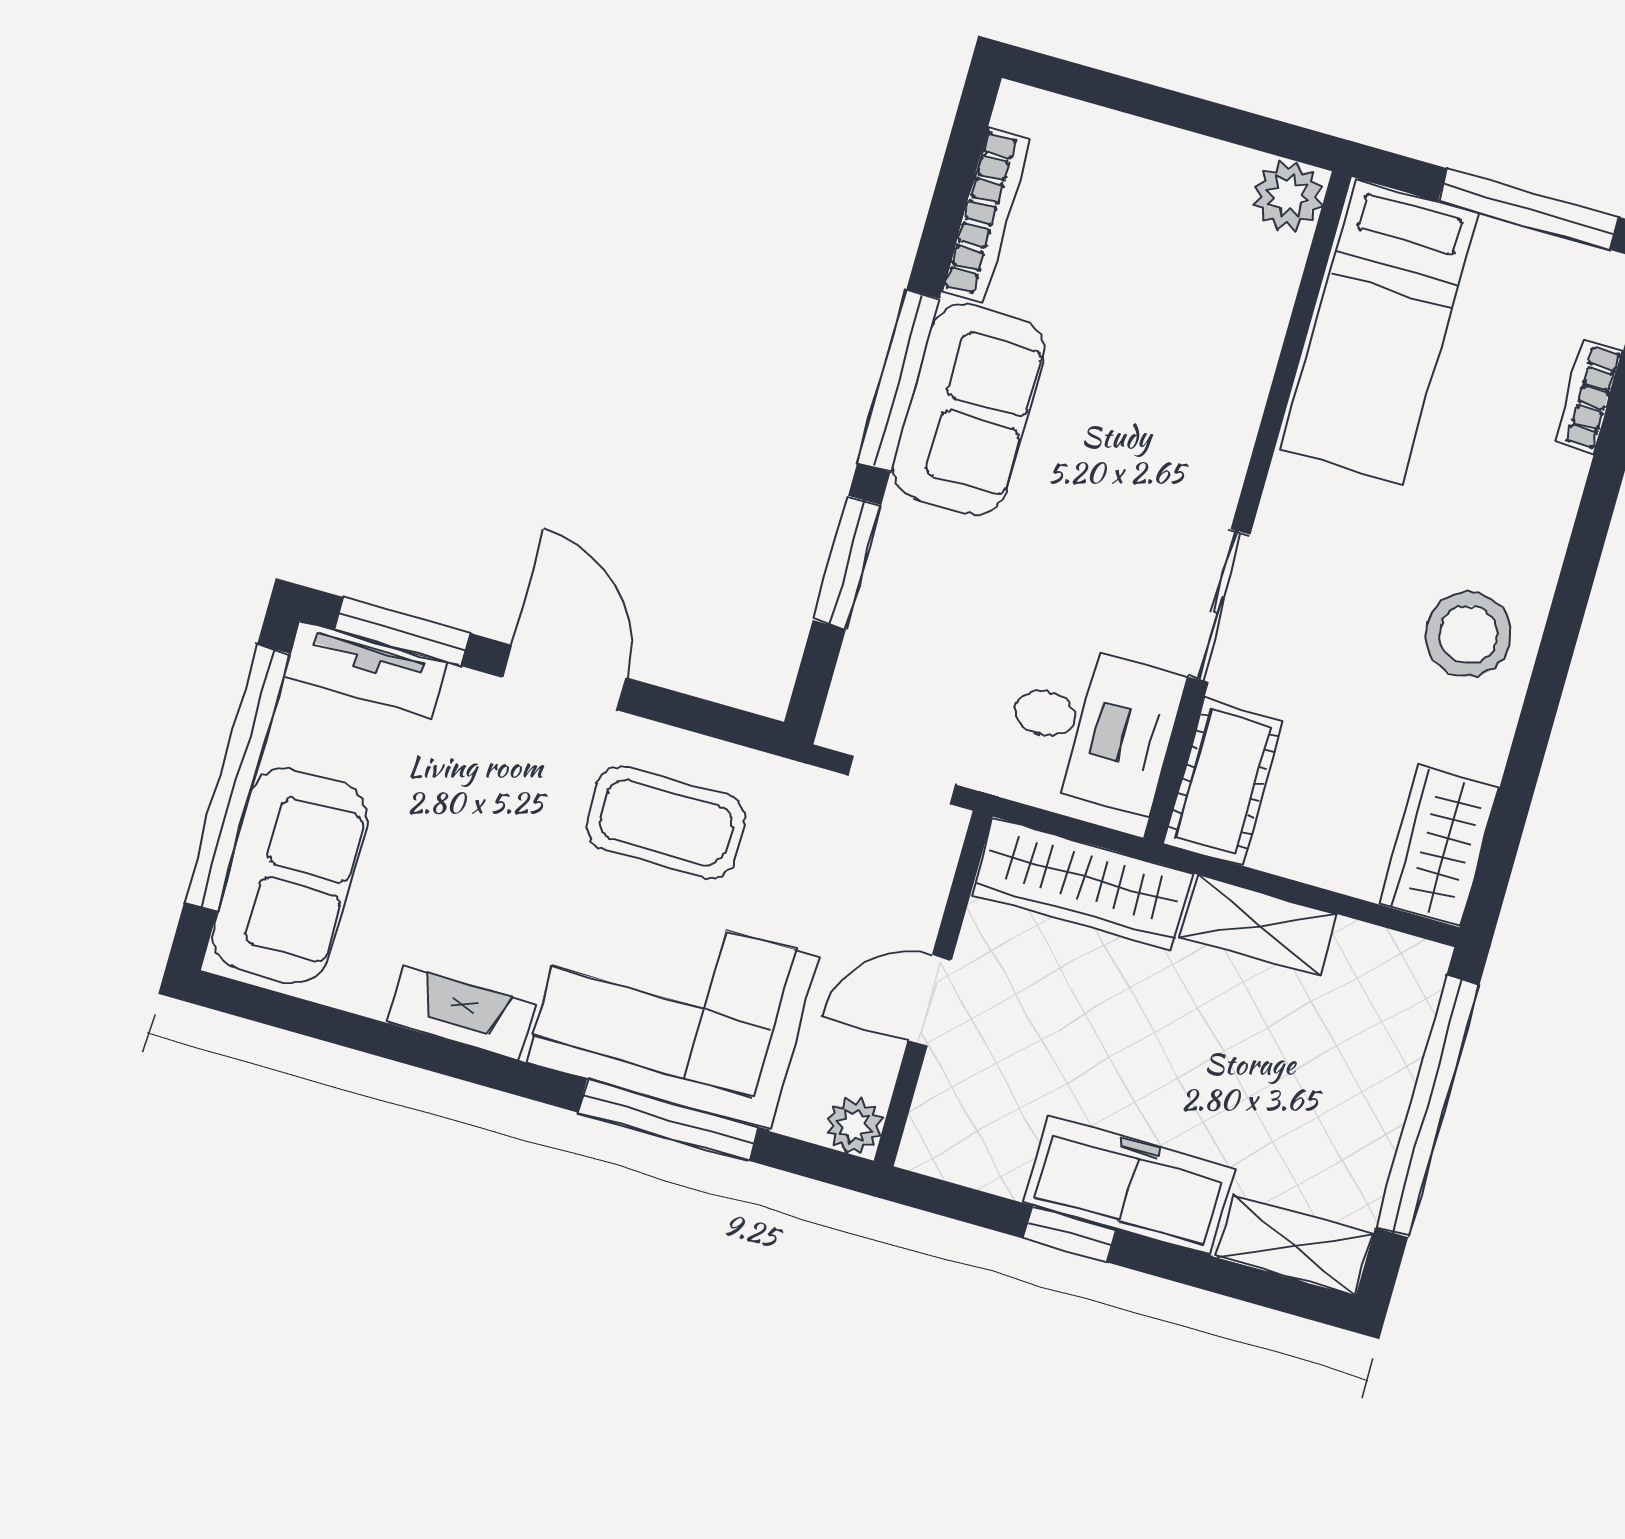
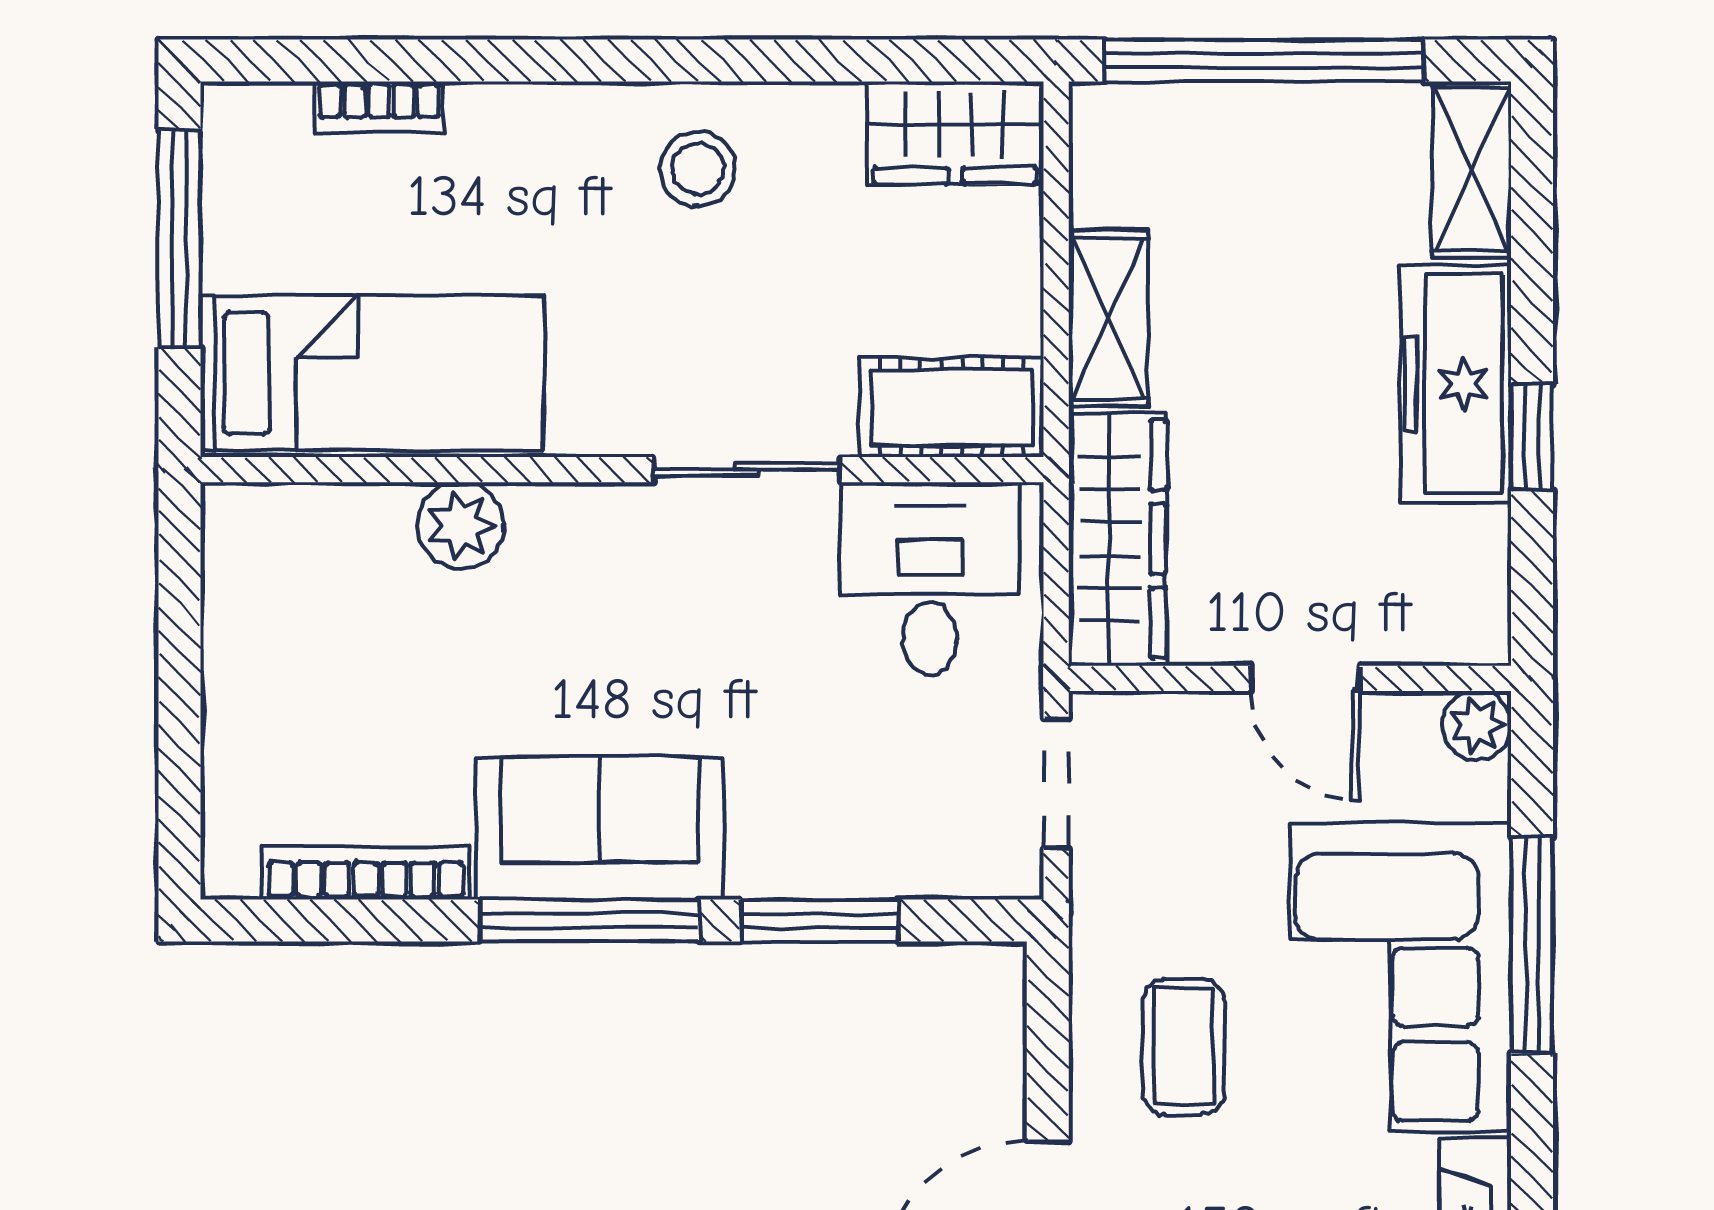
plant: (1288, 196) -> (461, 526), moved
stool: (1468, 634) -> (698, 169), width x0.73, depth x0.73
coffee table: (666, 822) -> (1184, 1046), width x0.73, depth x0.77

